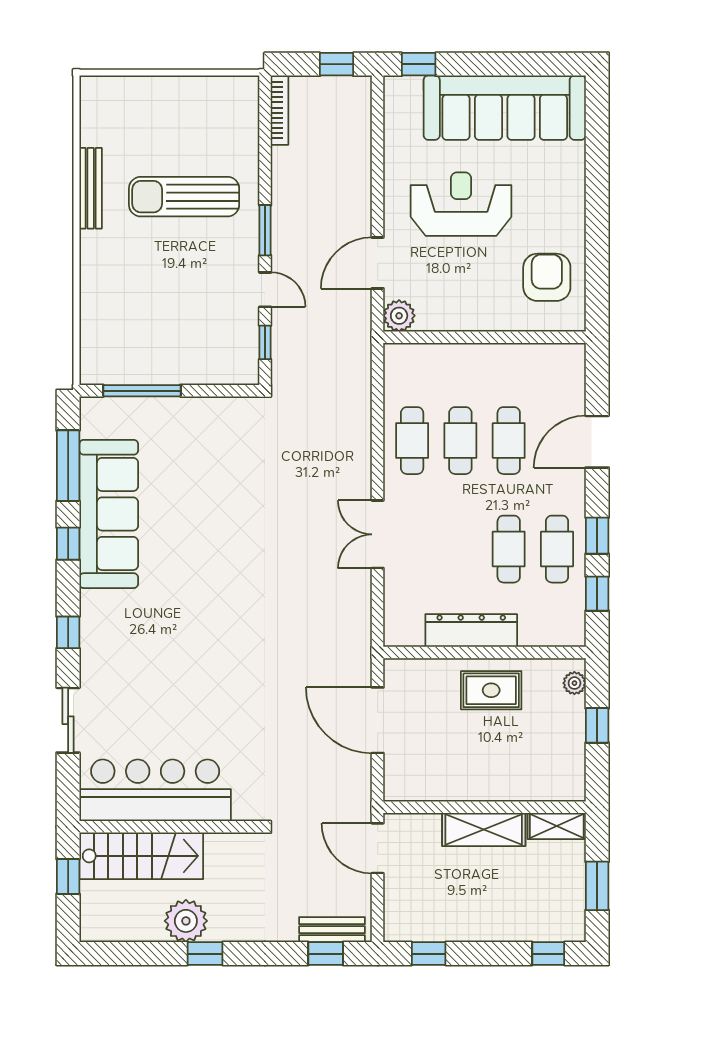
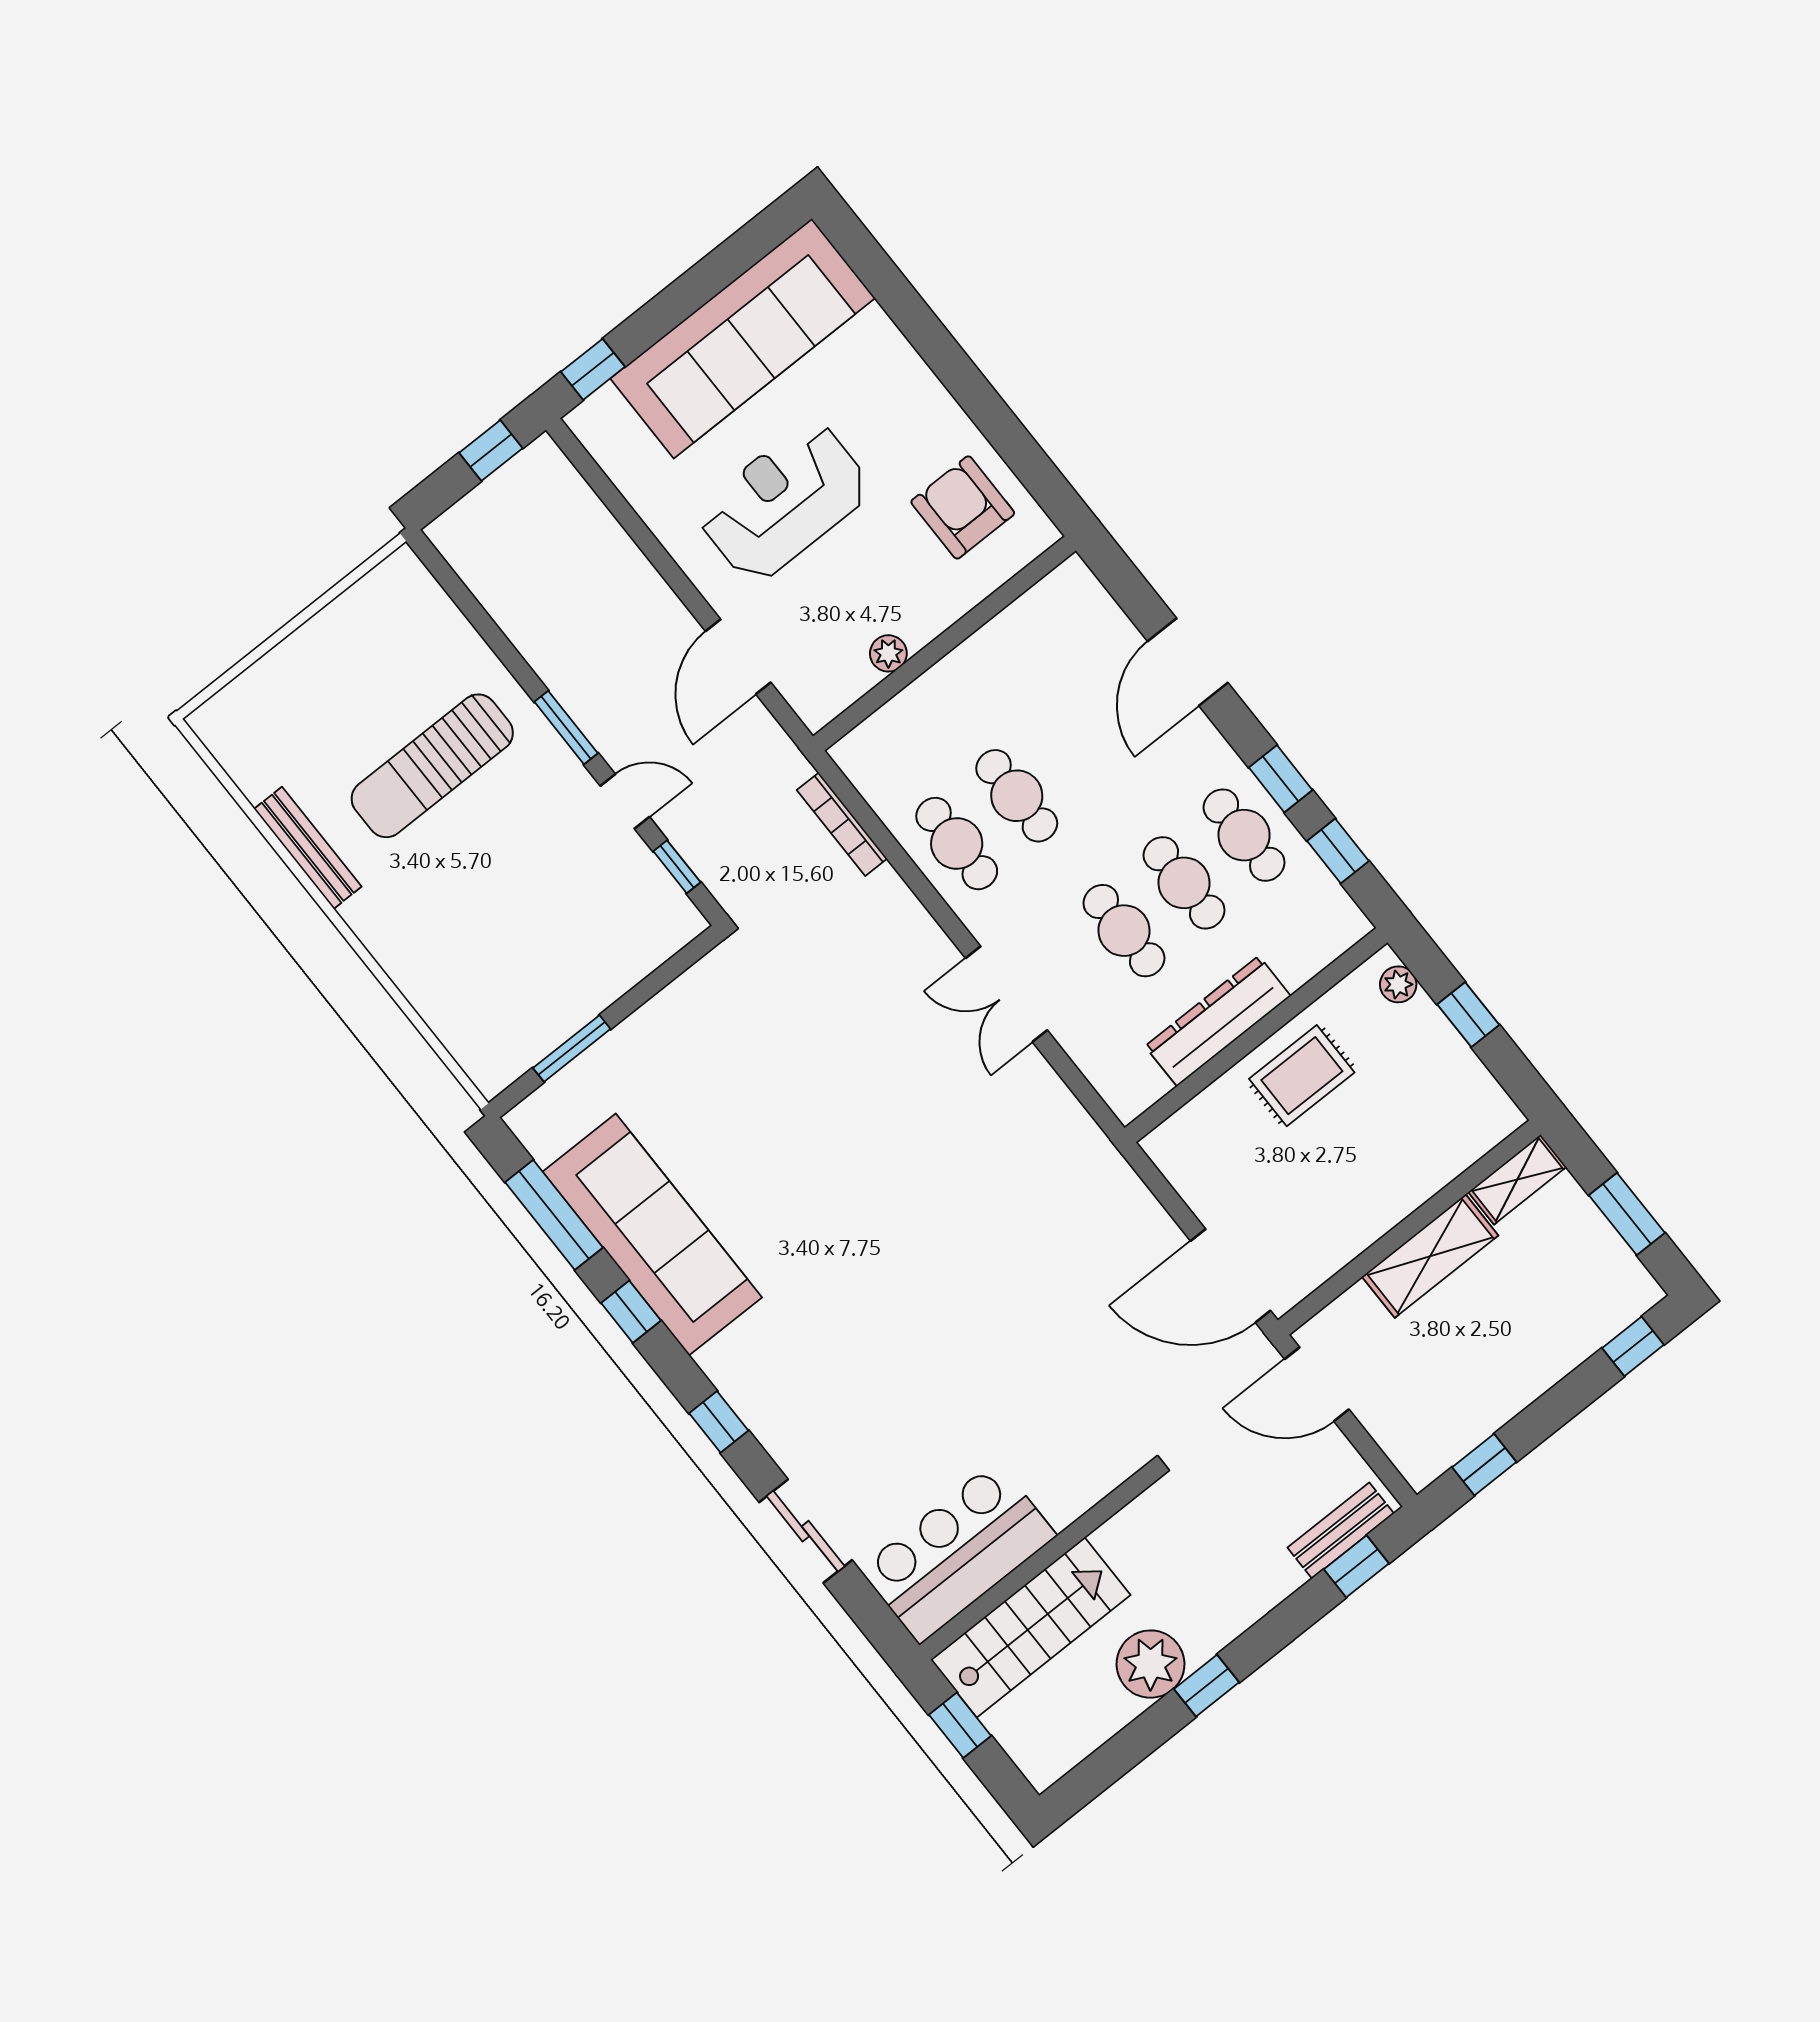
bookcase: (280, 110) -> (842, 824), moved, turned 180
plant: (399, 316) -> (888, 653), moved, width x0.73, depth x0.73
window: (142, 391) -> (572, 1049), width x0.69
cafe table: (509, 441) -> (1124, 931), moved
door: (378, 720) -> (1231, 1276), moved
bar counter: (155, 790) -> (958, 1552), width x0.73

